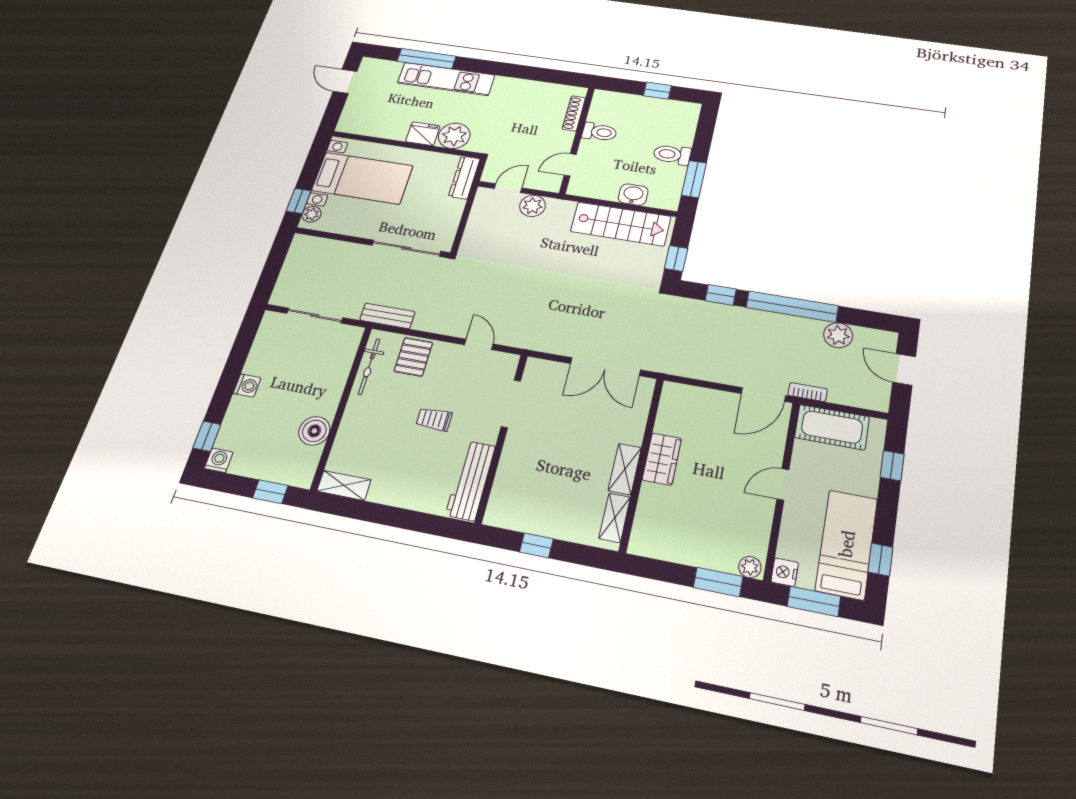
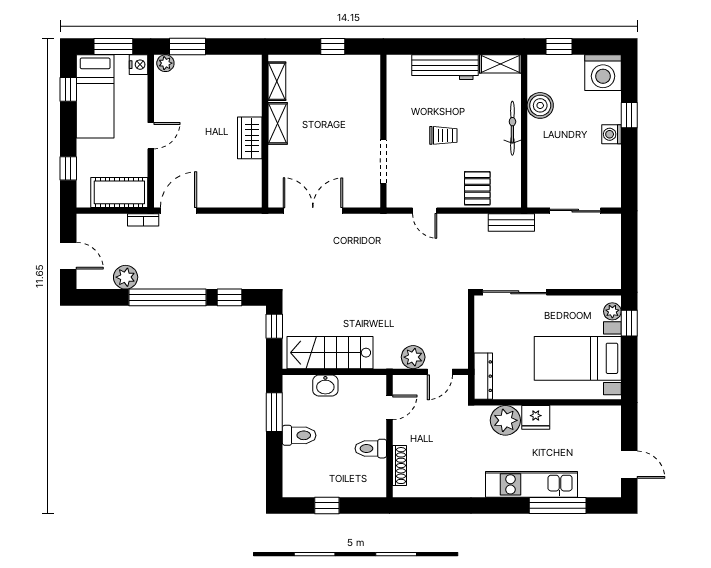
bicycle: (369, 367) -> (512, 128), moved
window: (207, 436) -> (629, 115), moved
washing machine: (219, 460) -> (603, 73), width x1.89, depth x1.89
workbench: (470, 481) -> (445, 67), moved, turned 90

